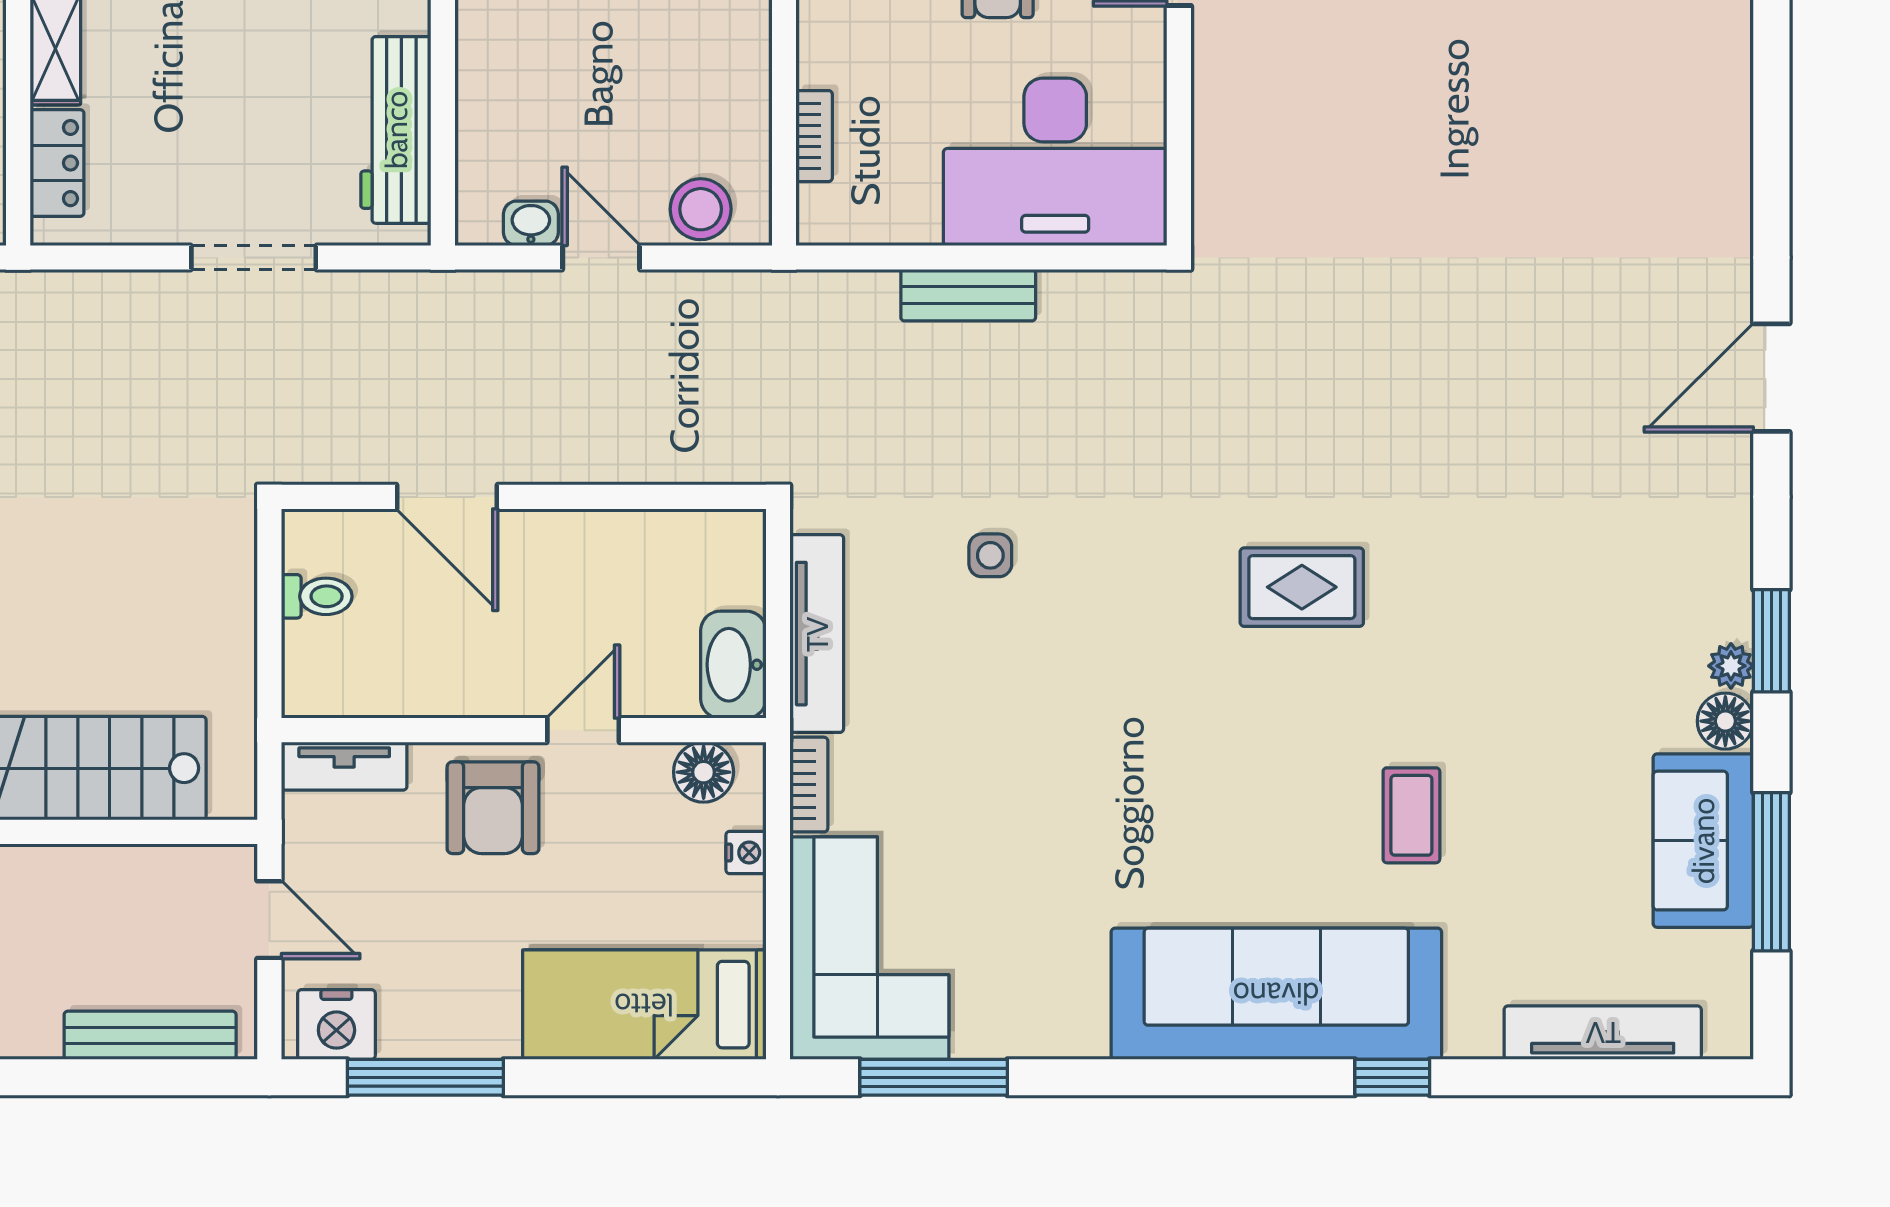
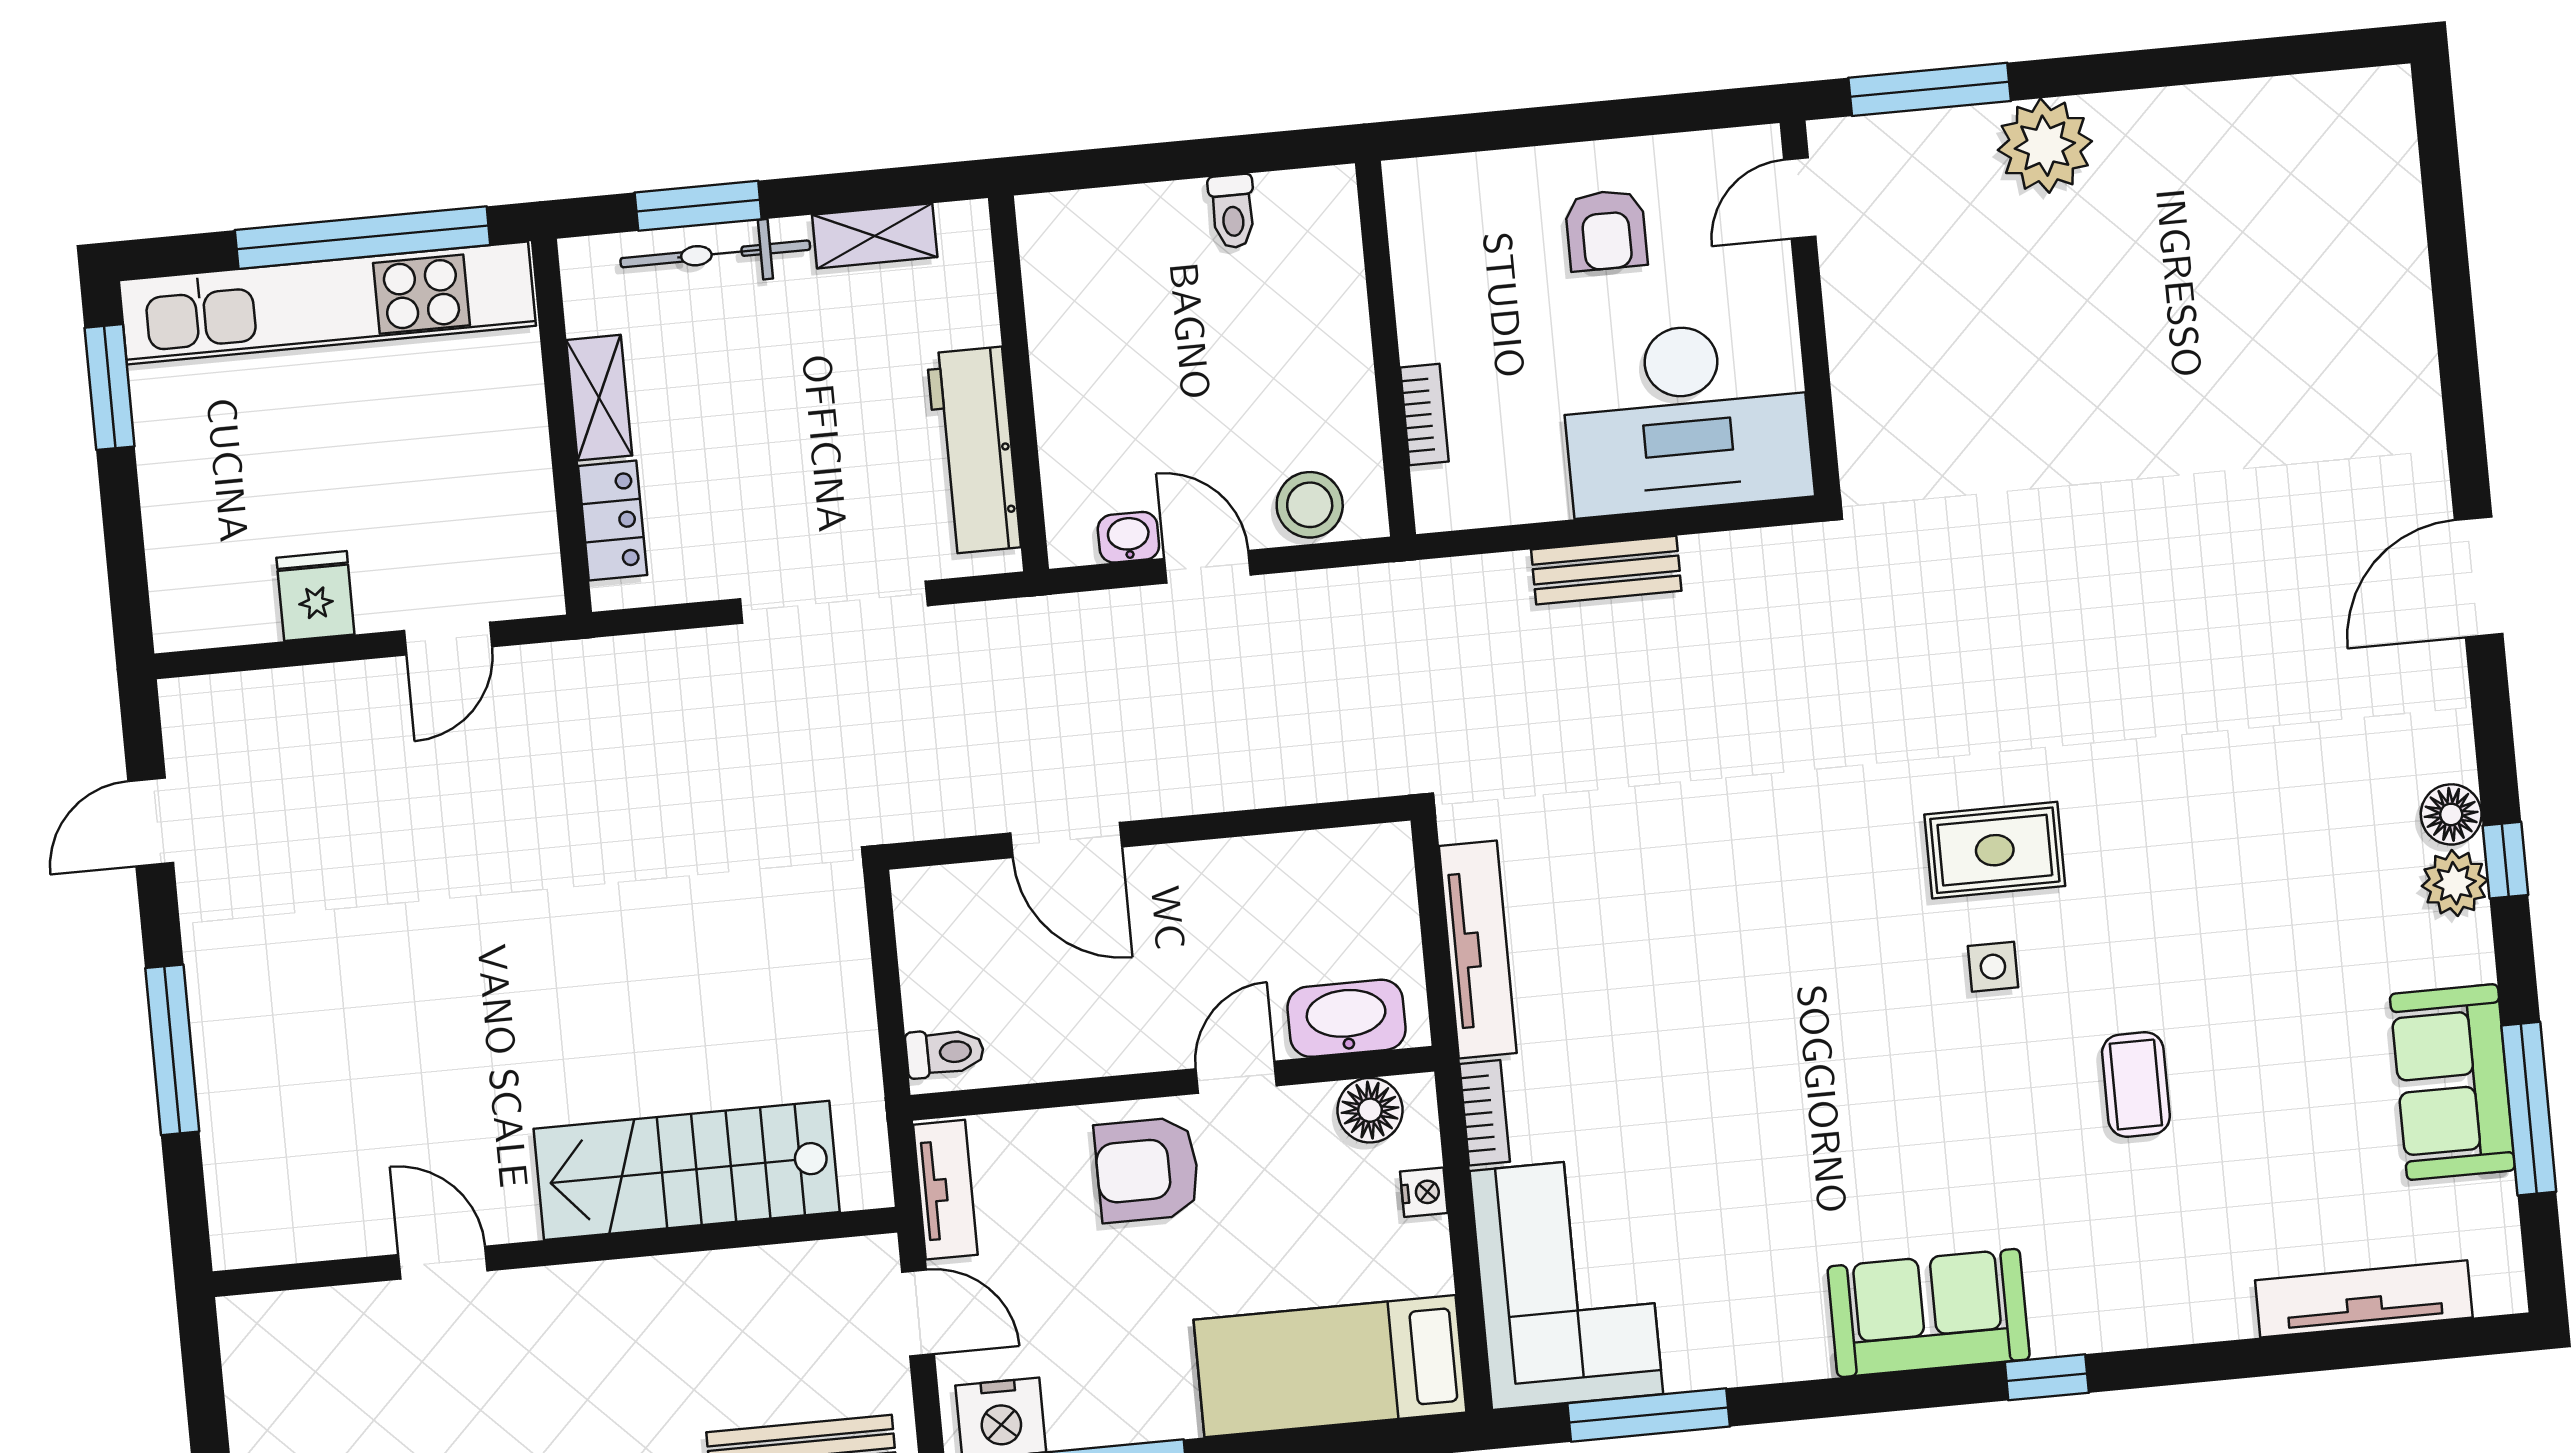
doorway: (254, 257) -> (834, 602), width x1.36
side table: (990, 555) -> (1993, 967), moved
toilet: (317, 596) -> (945, 1053), moved
window: (1771, 641) -> (2505, 860), width x0.67
washbasin: (733, 665) -> (1347, 1018), moved, turned 90
plant: (1731, 666) -> (2455, 883), width x1.38, depth x1.38
floor lamp: (1725, 721) -> (2451, 814), moved
tv unit: (344, 766) -> (945, 1190), moved, turned -90
armchair: (493, 808) -> (1147, 1170), turned 90
sofa: (1276, 994) -> (1929, 1313), width x0.54, depth x0.79
window: (1392, 1077) -> (2047, 1377), moved

